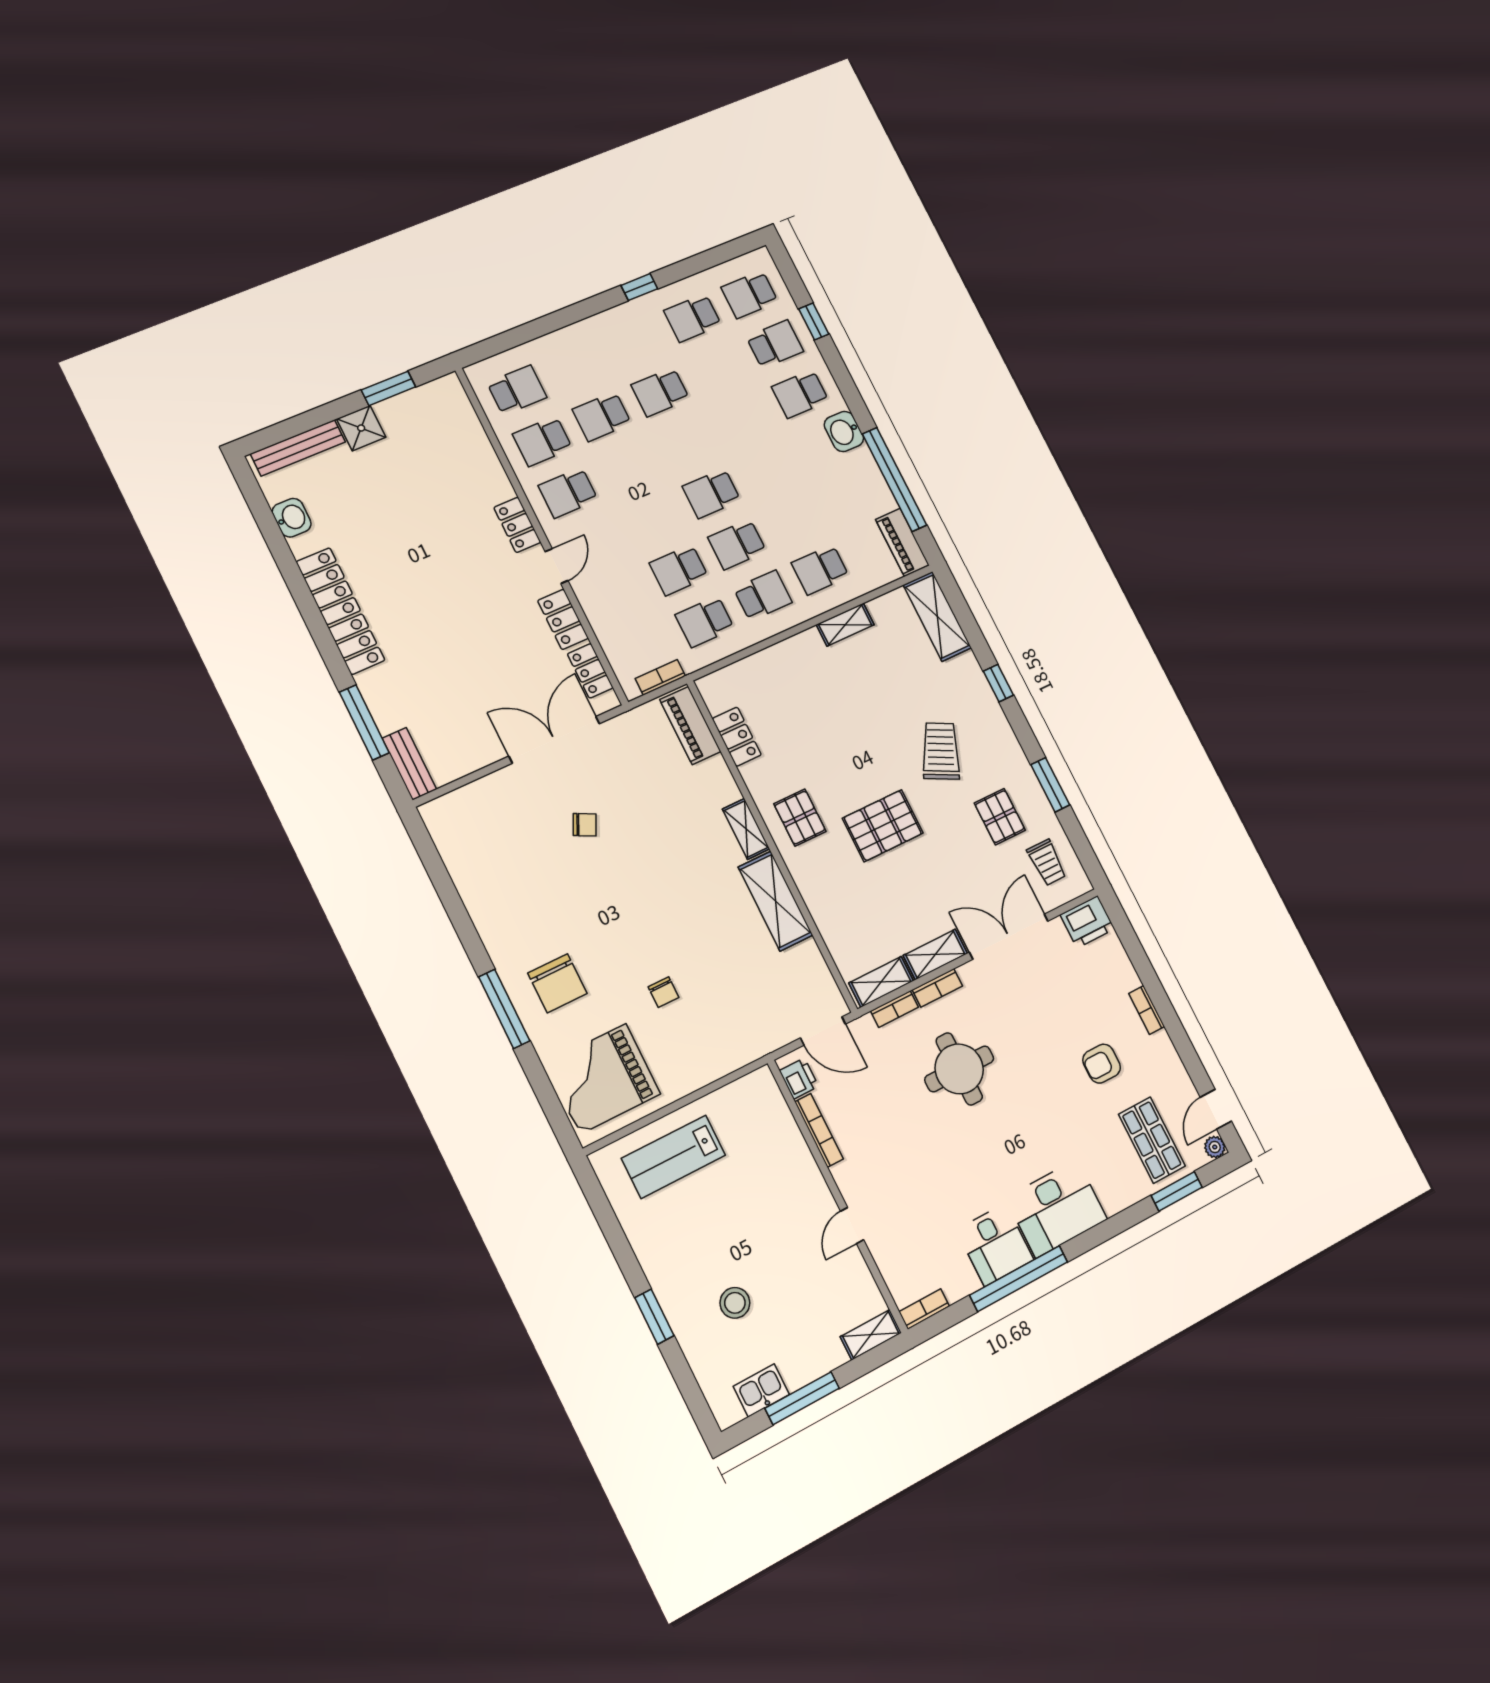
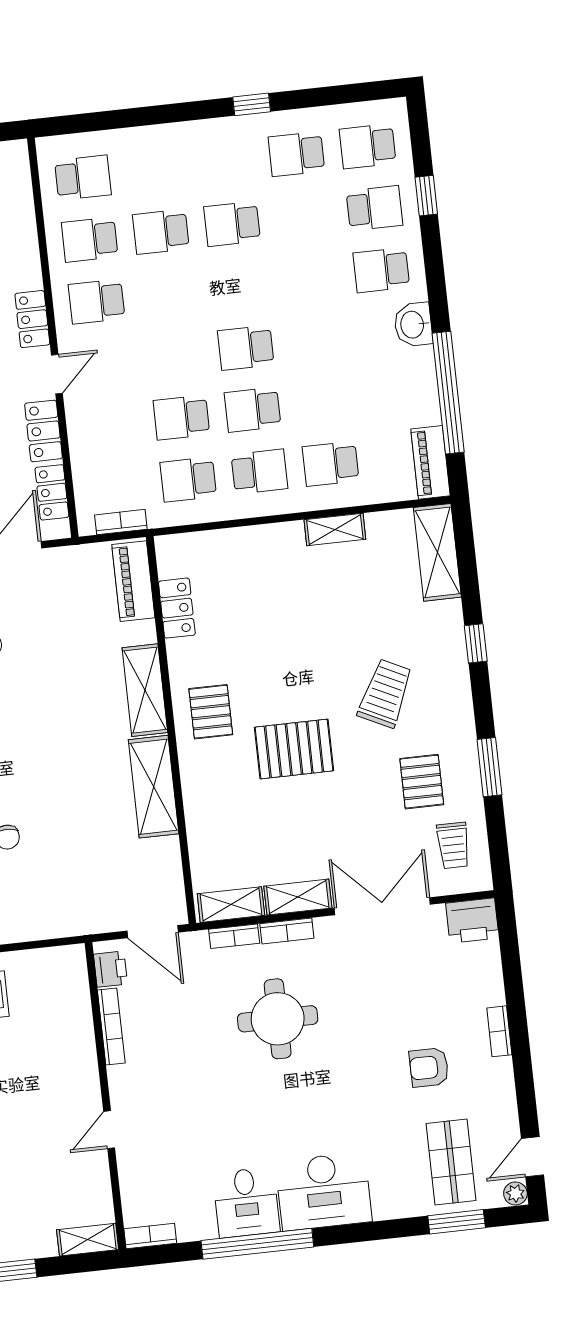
shelving: (746, 829) -> (145, 690), width x1.50, depth x1.33

